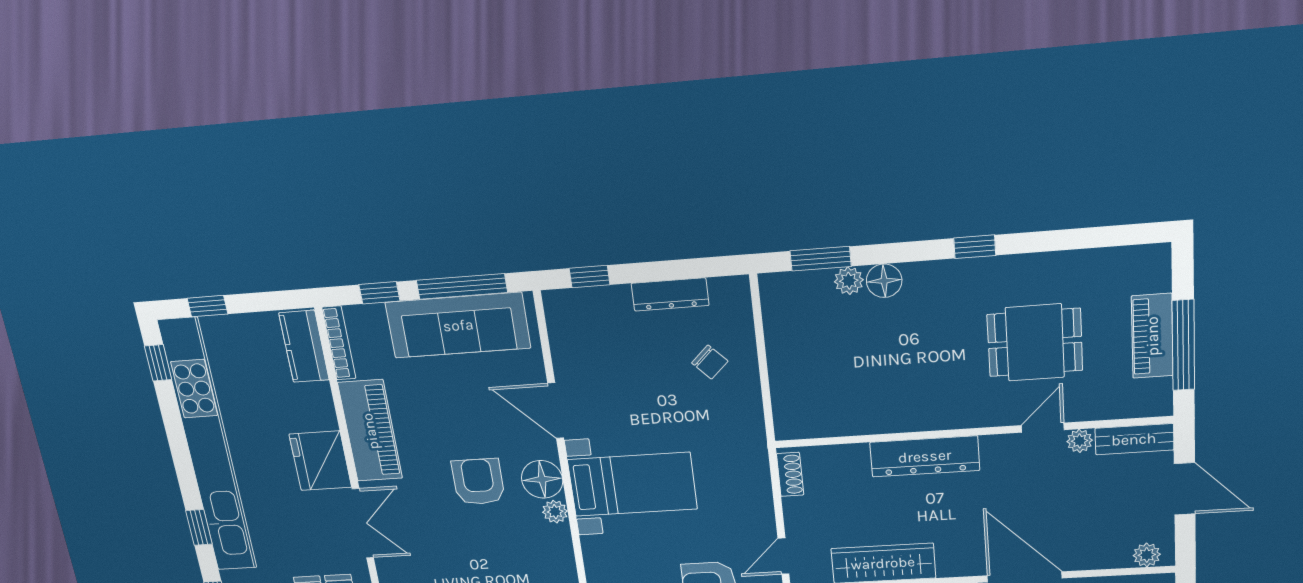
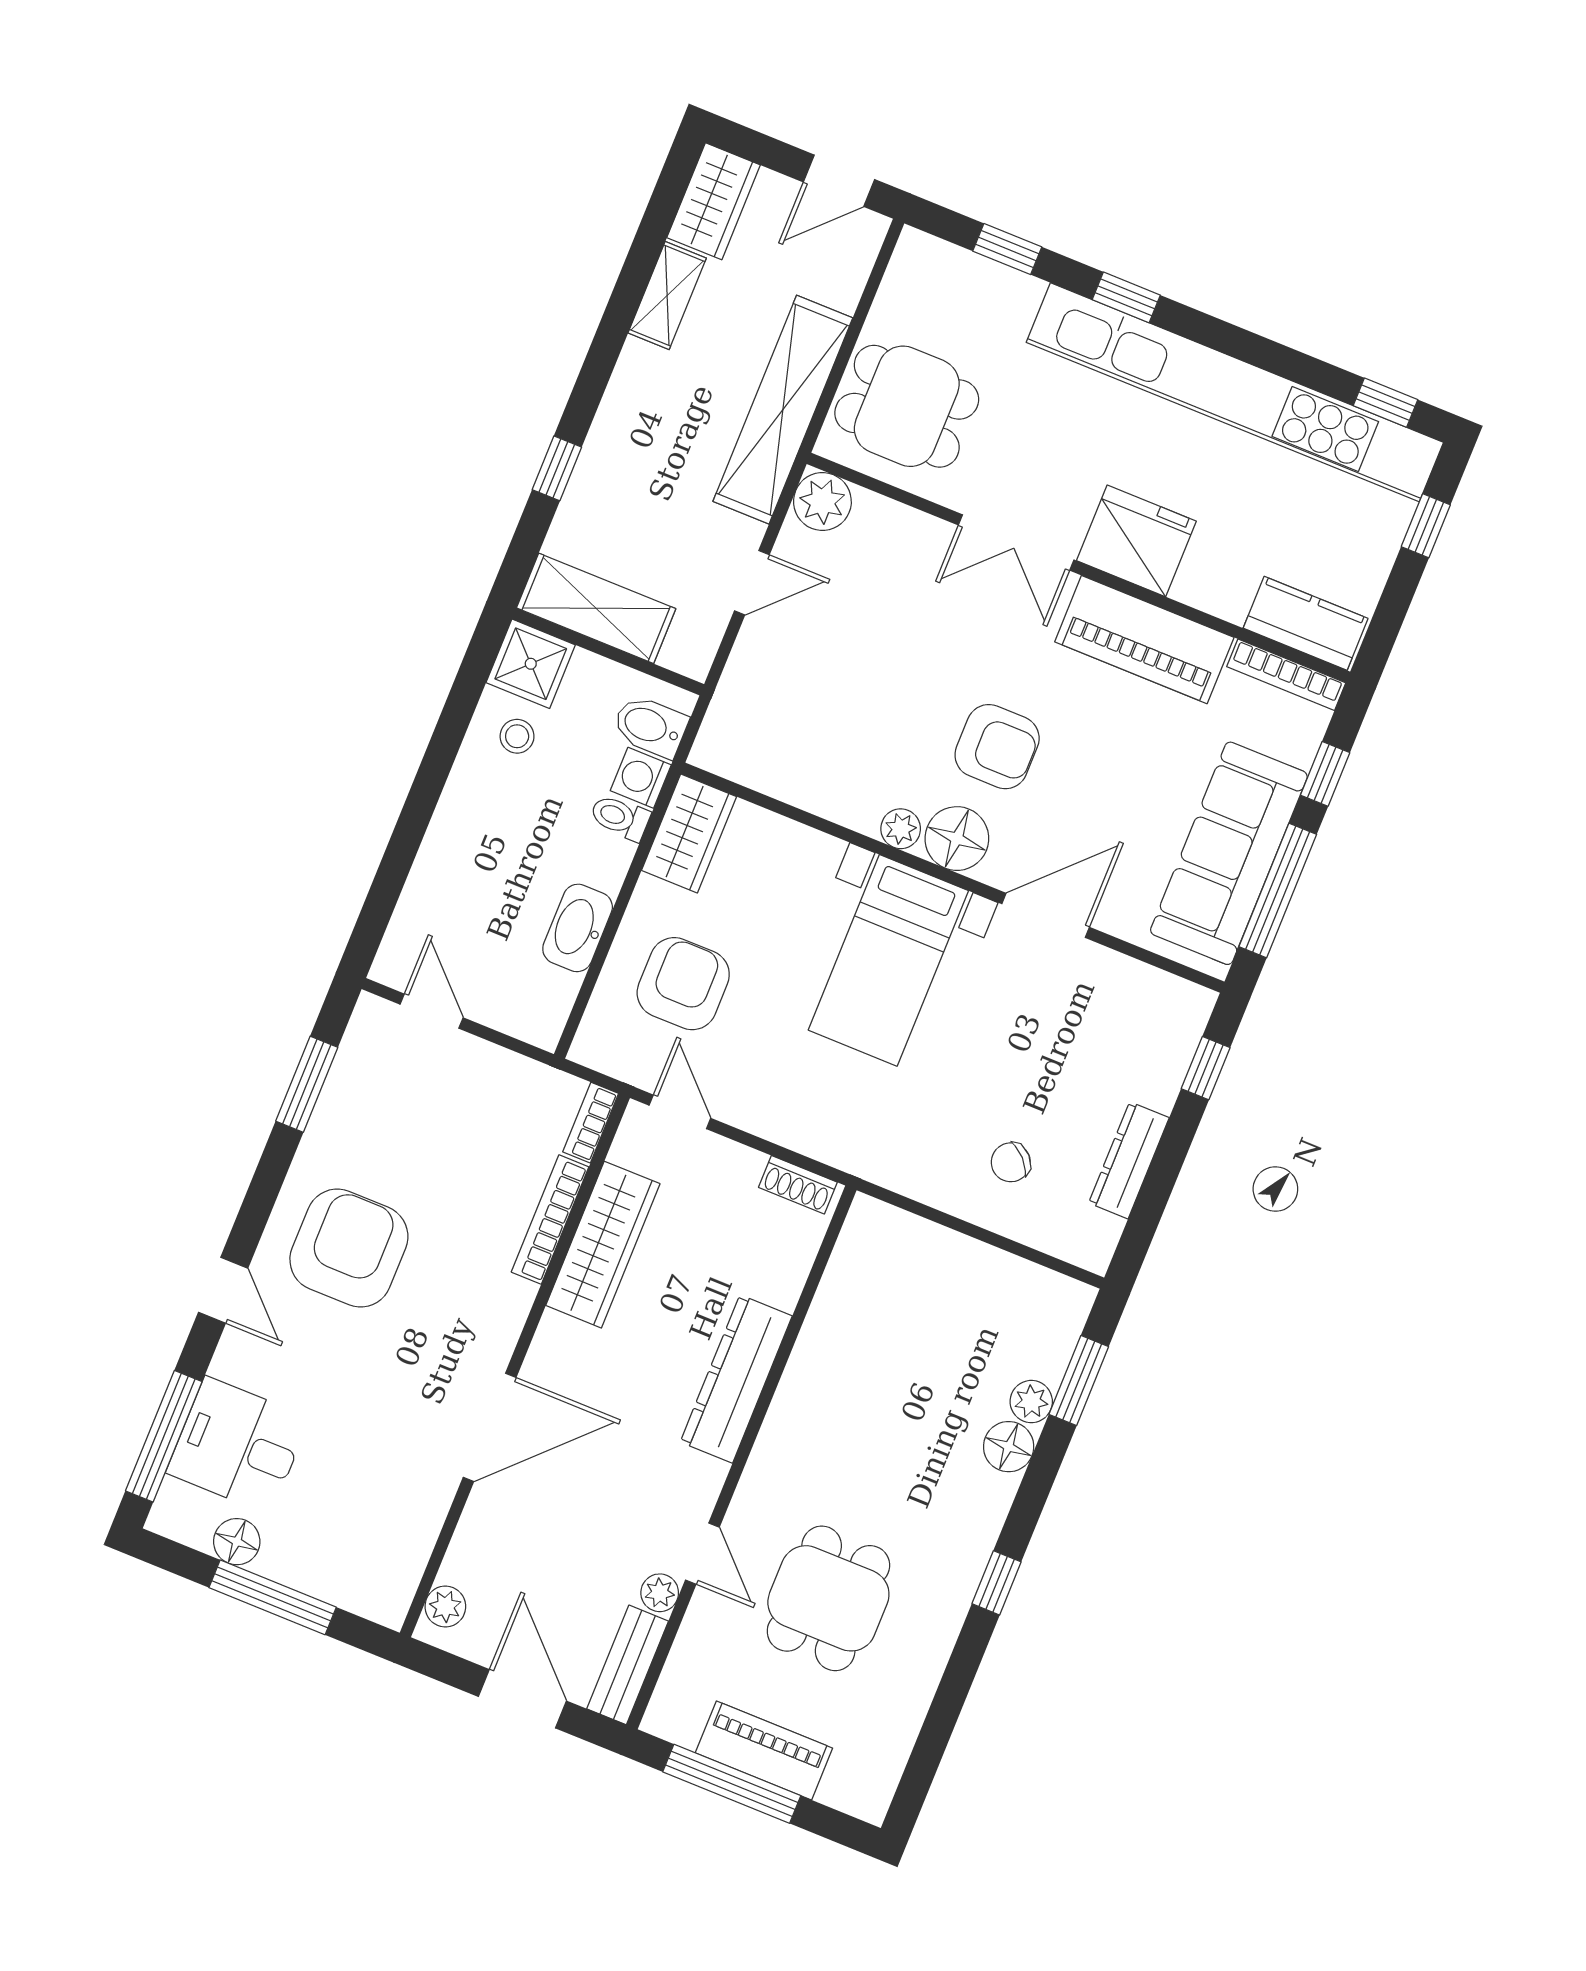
door: (1185, 489) -> (522, 1699), swing flipped

